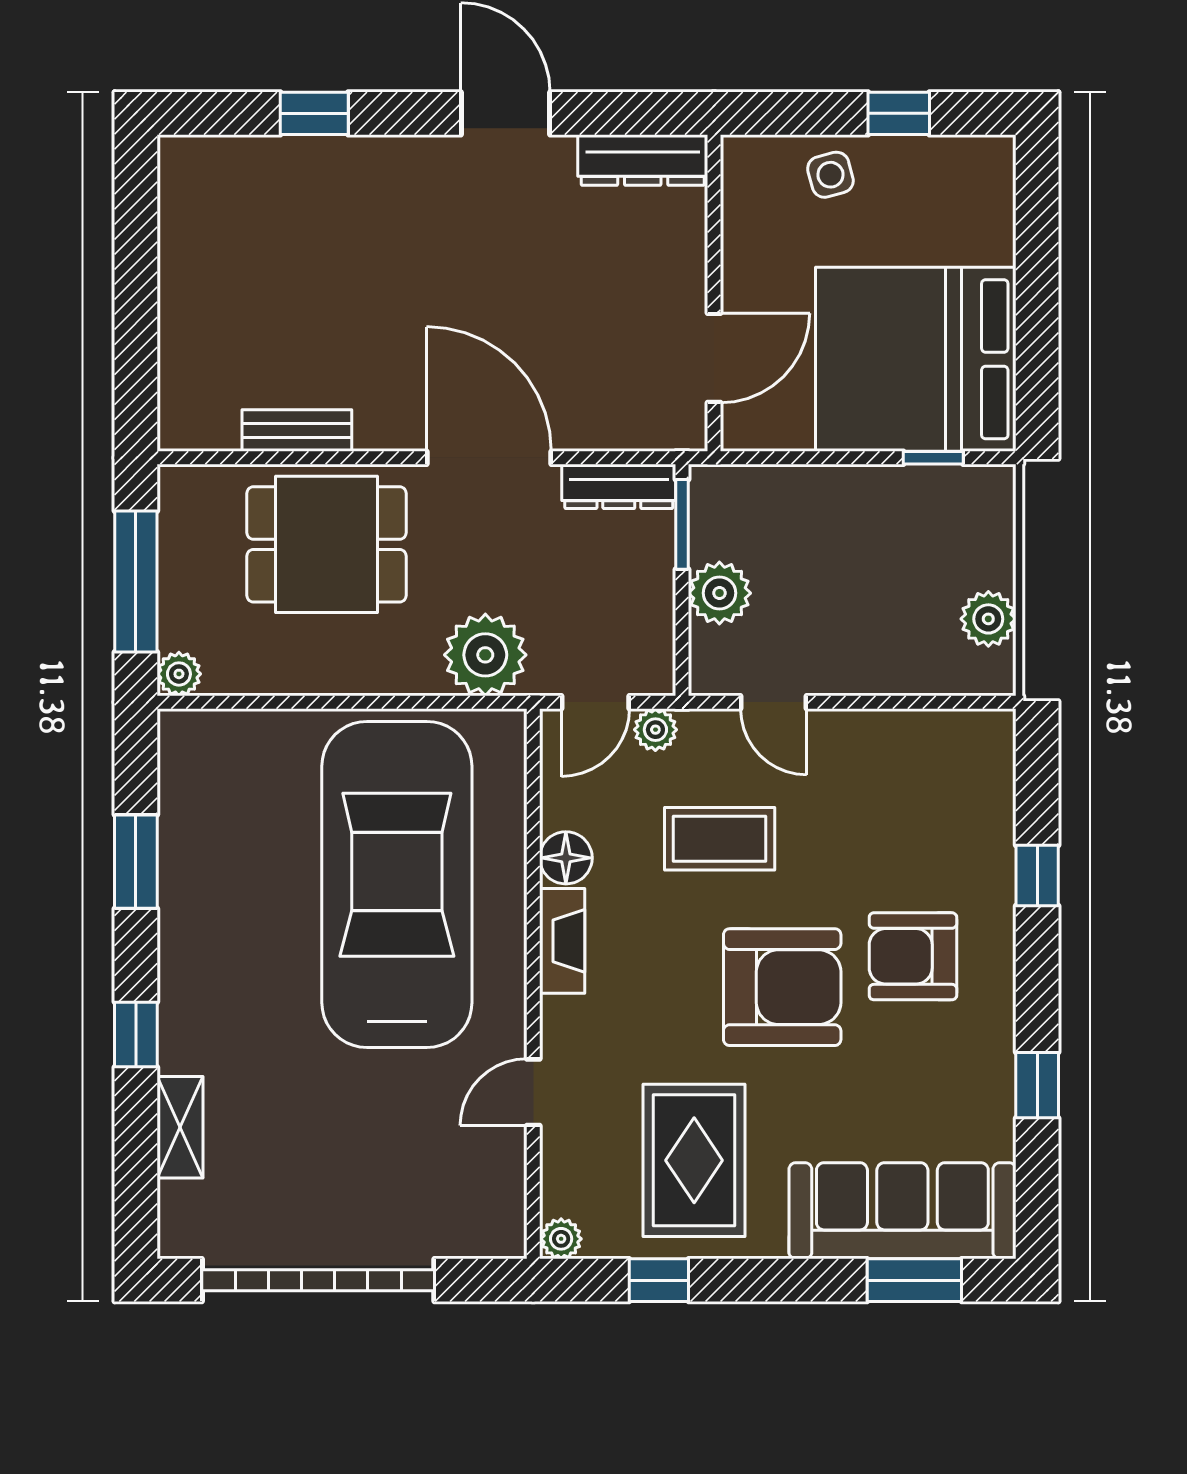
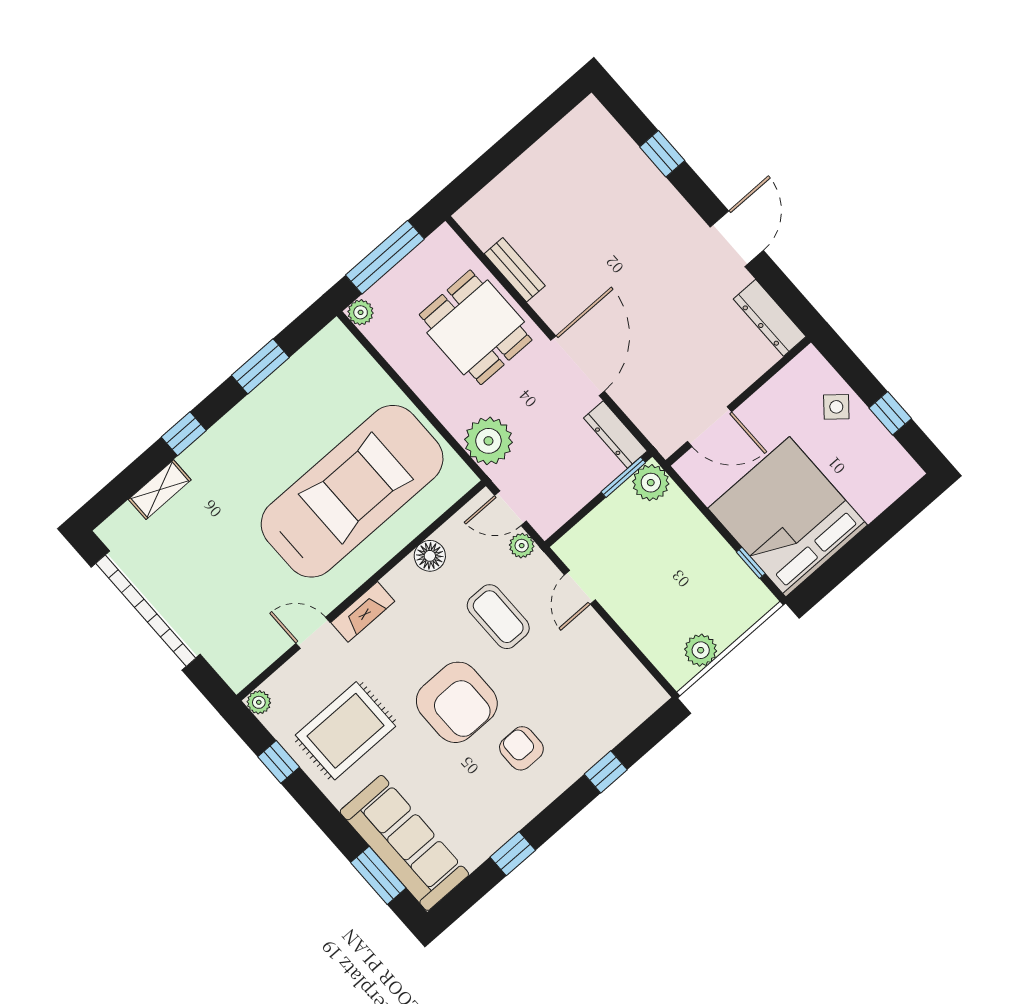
side table: (830, 175) -> (836, 407), turned -35
plant: (719, 593) -> (651, 483), moved
fireplace: (562, 941) -> (363, 612), moved
armchair: (913, 956) -> (521, 748), width x0.72, depth x0.72

